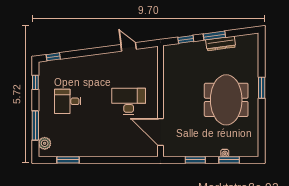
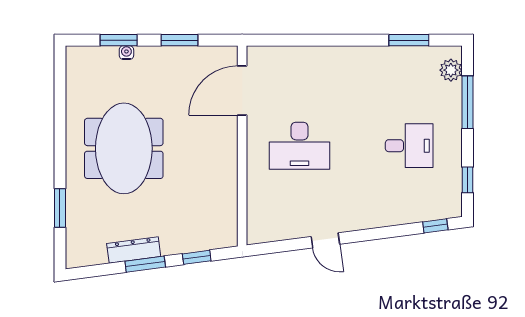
door: (129, 47) -> (325, 240), moved
window: (262, 88) -> (60, 208), moved
door: (160, 132) -> (242, 91), swing flipped

